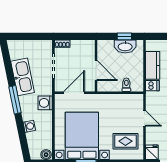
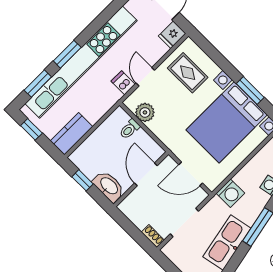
washbasin: (125, 46) -> (109, 186), moved
kitchen counter: (153, 65) -> (72, 134), moved
dishwasher: (152, 86) -> (123, 83), moved
plant: (127, 101) -> (145, 112), added

